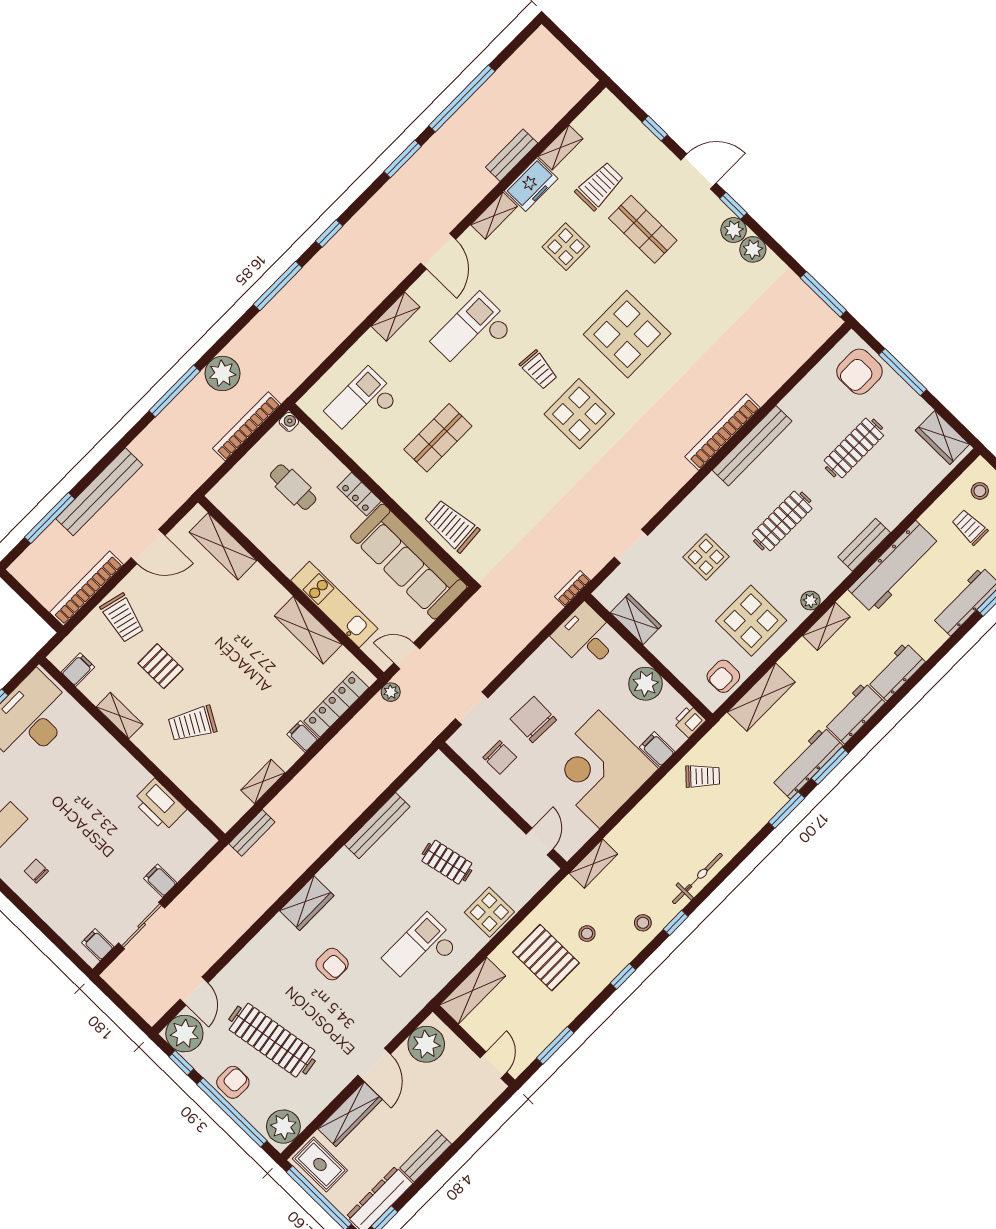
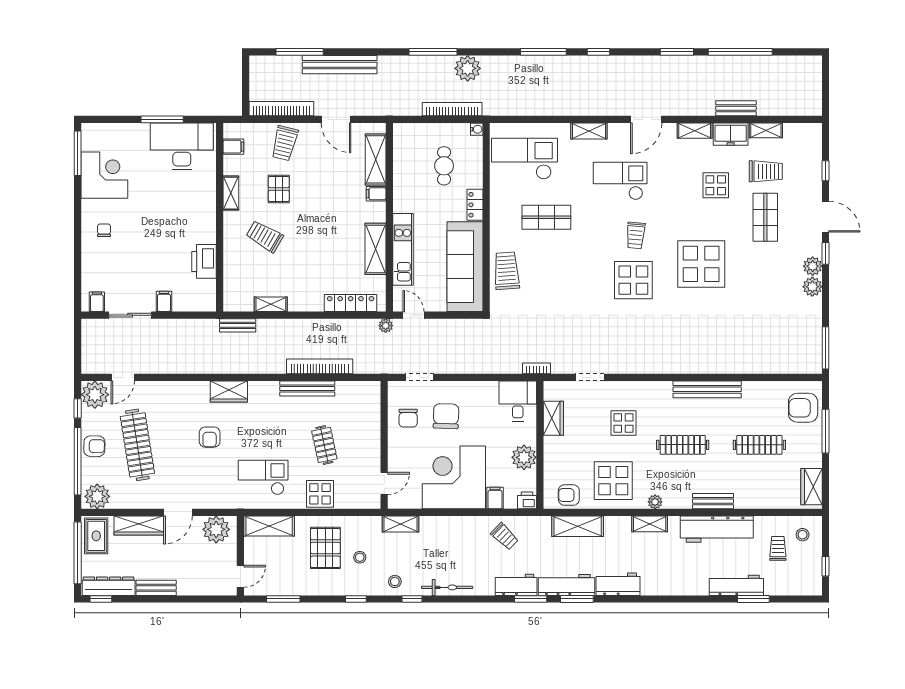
checkout: (362, 404) -> (525, 159), width x1.36, depth x1.21
bookcase: (723, 432) -> (320, 366), moved
workbench: (896, 672) -> (516, 585), moved
filing cabinet: (303, 736) -> (376, 194), moved, turned -90

